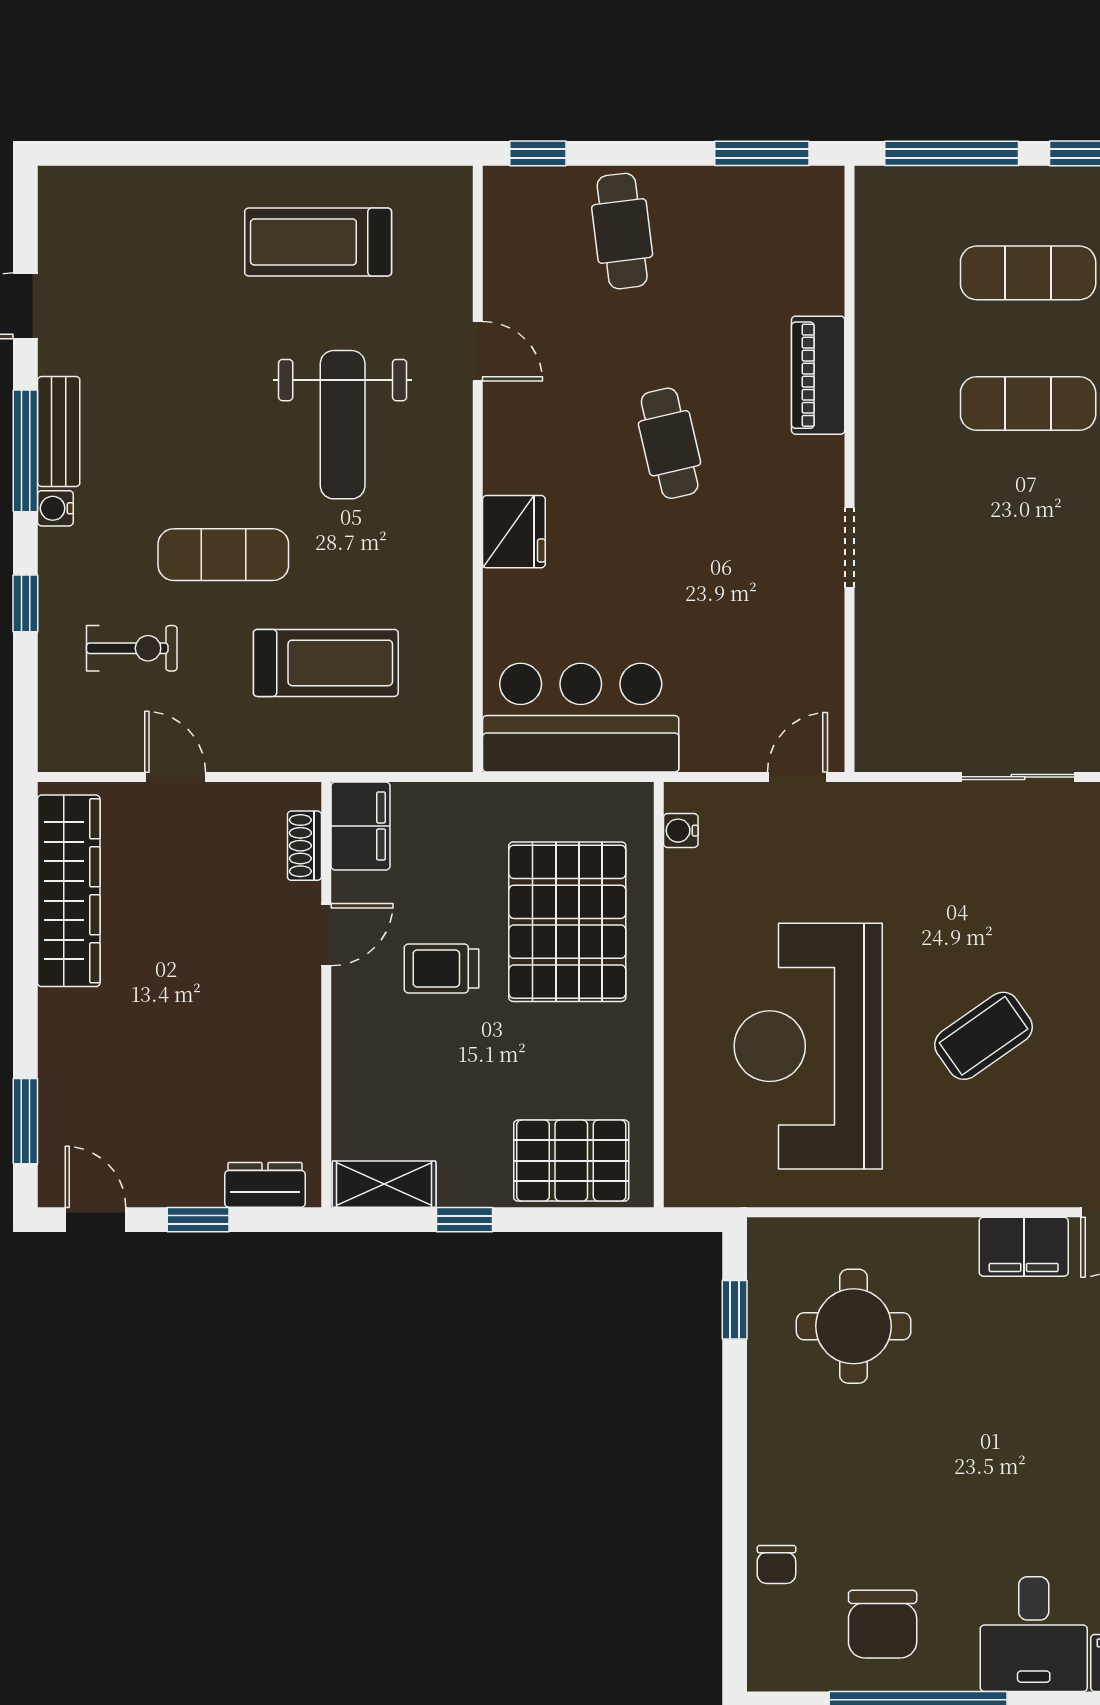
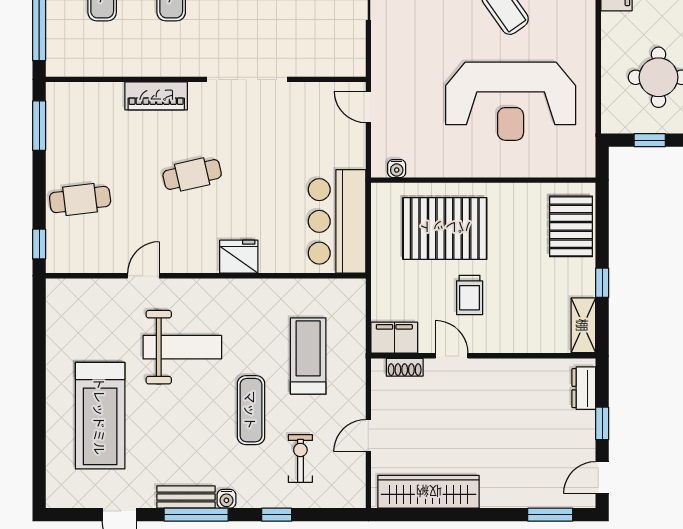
treadmill: (318, 242) -> (100, 416), moved, width x1.37, depth x1.38
doorway: (850, 547) -> (247, 79), width x1.88

